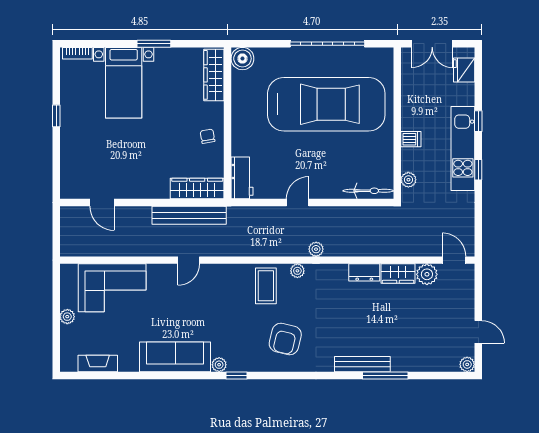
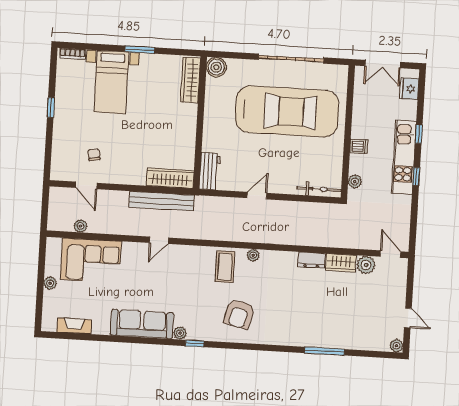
chair: (207, 136) -> (94, 155), moved
plant: (316, 249) -> (80, 226), moved
bench: (362, 364) -> (305, 340), removed

